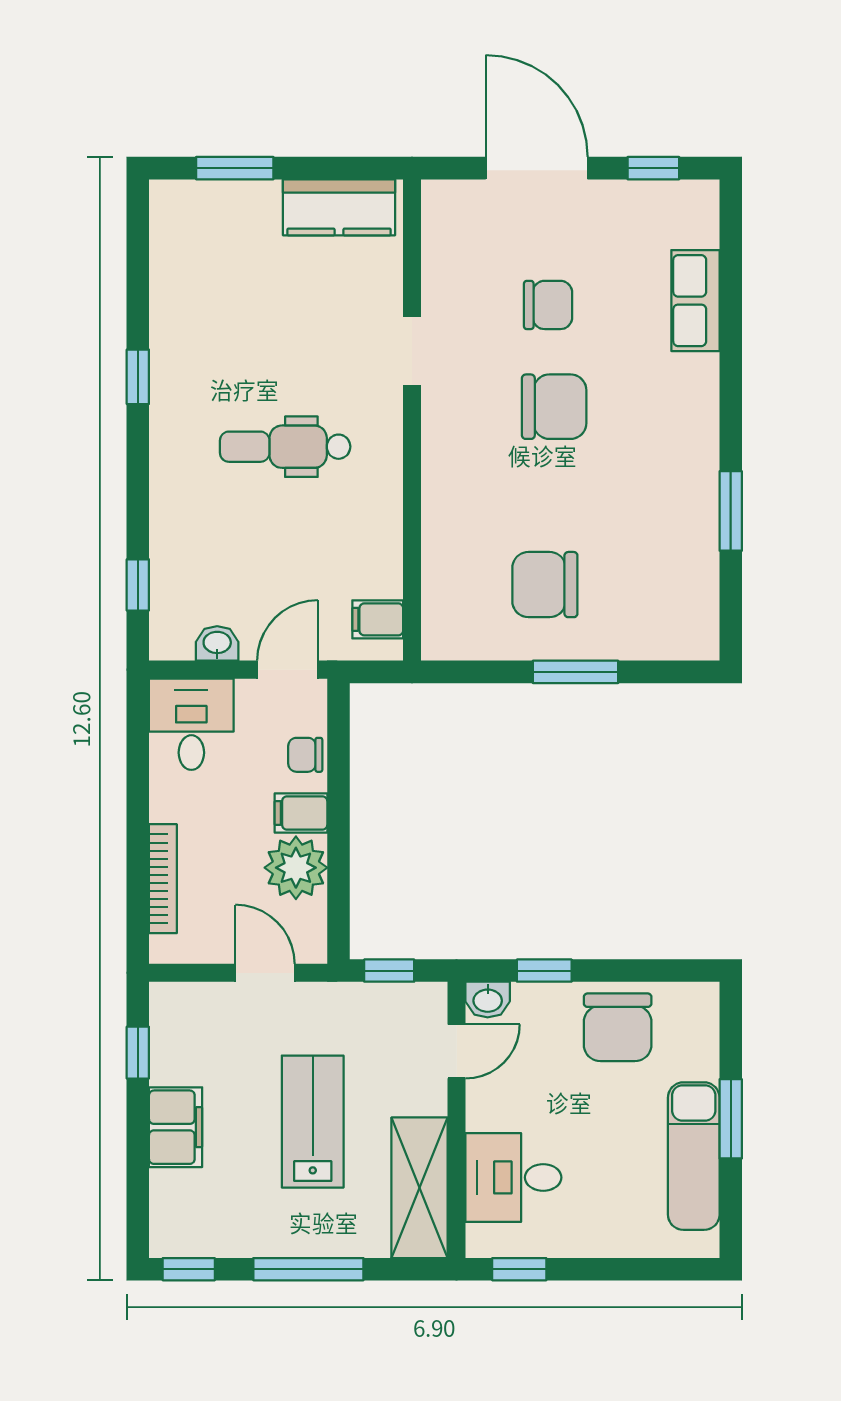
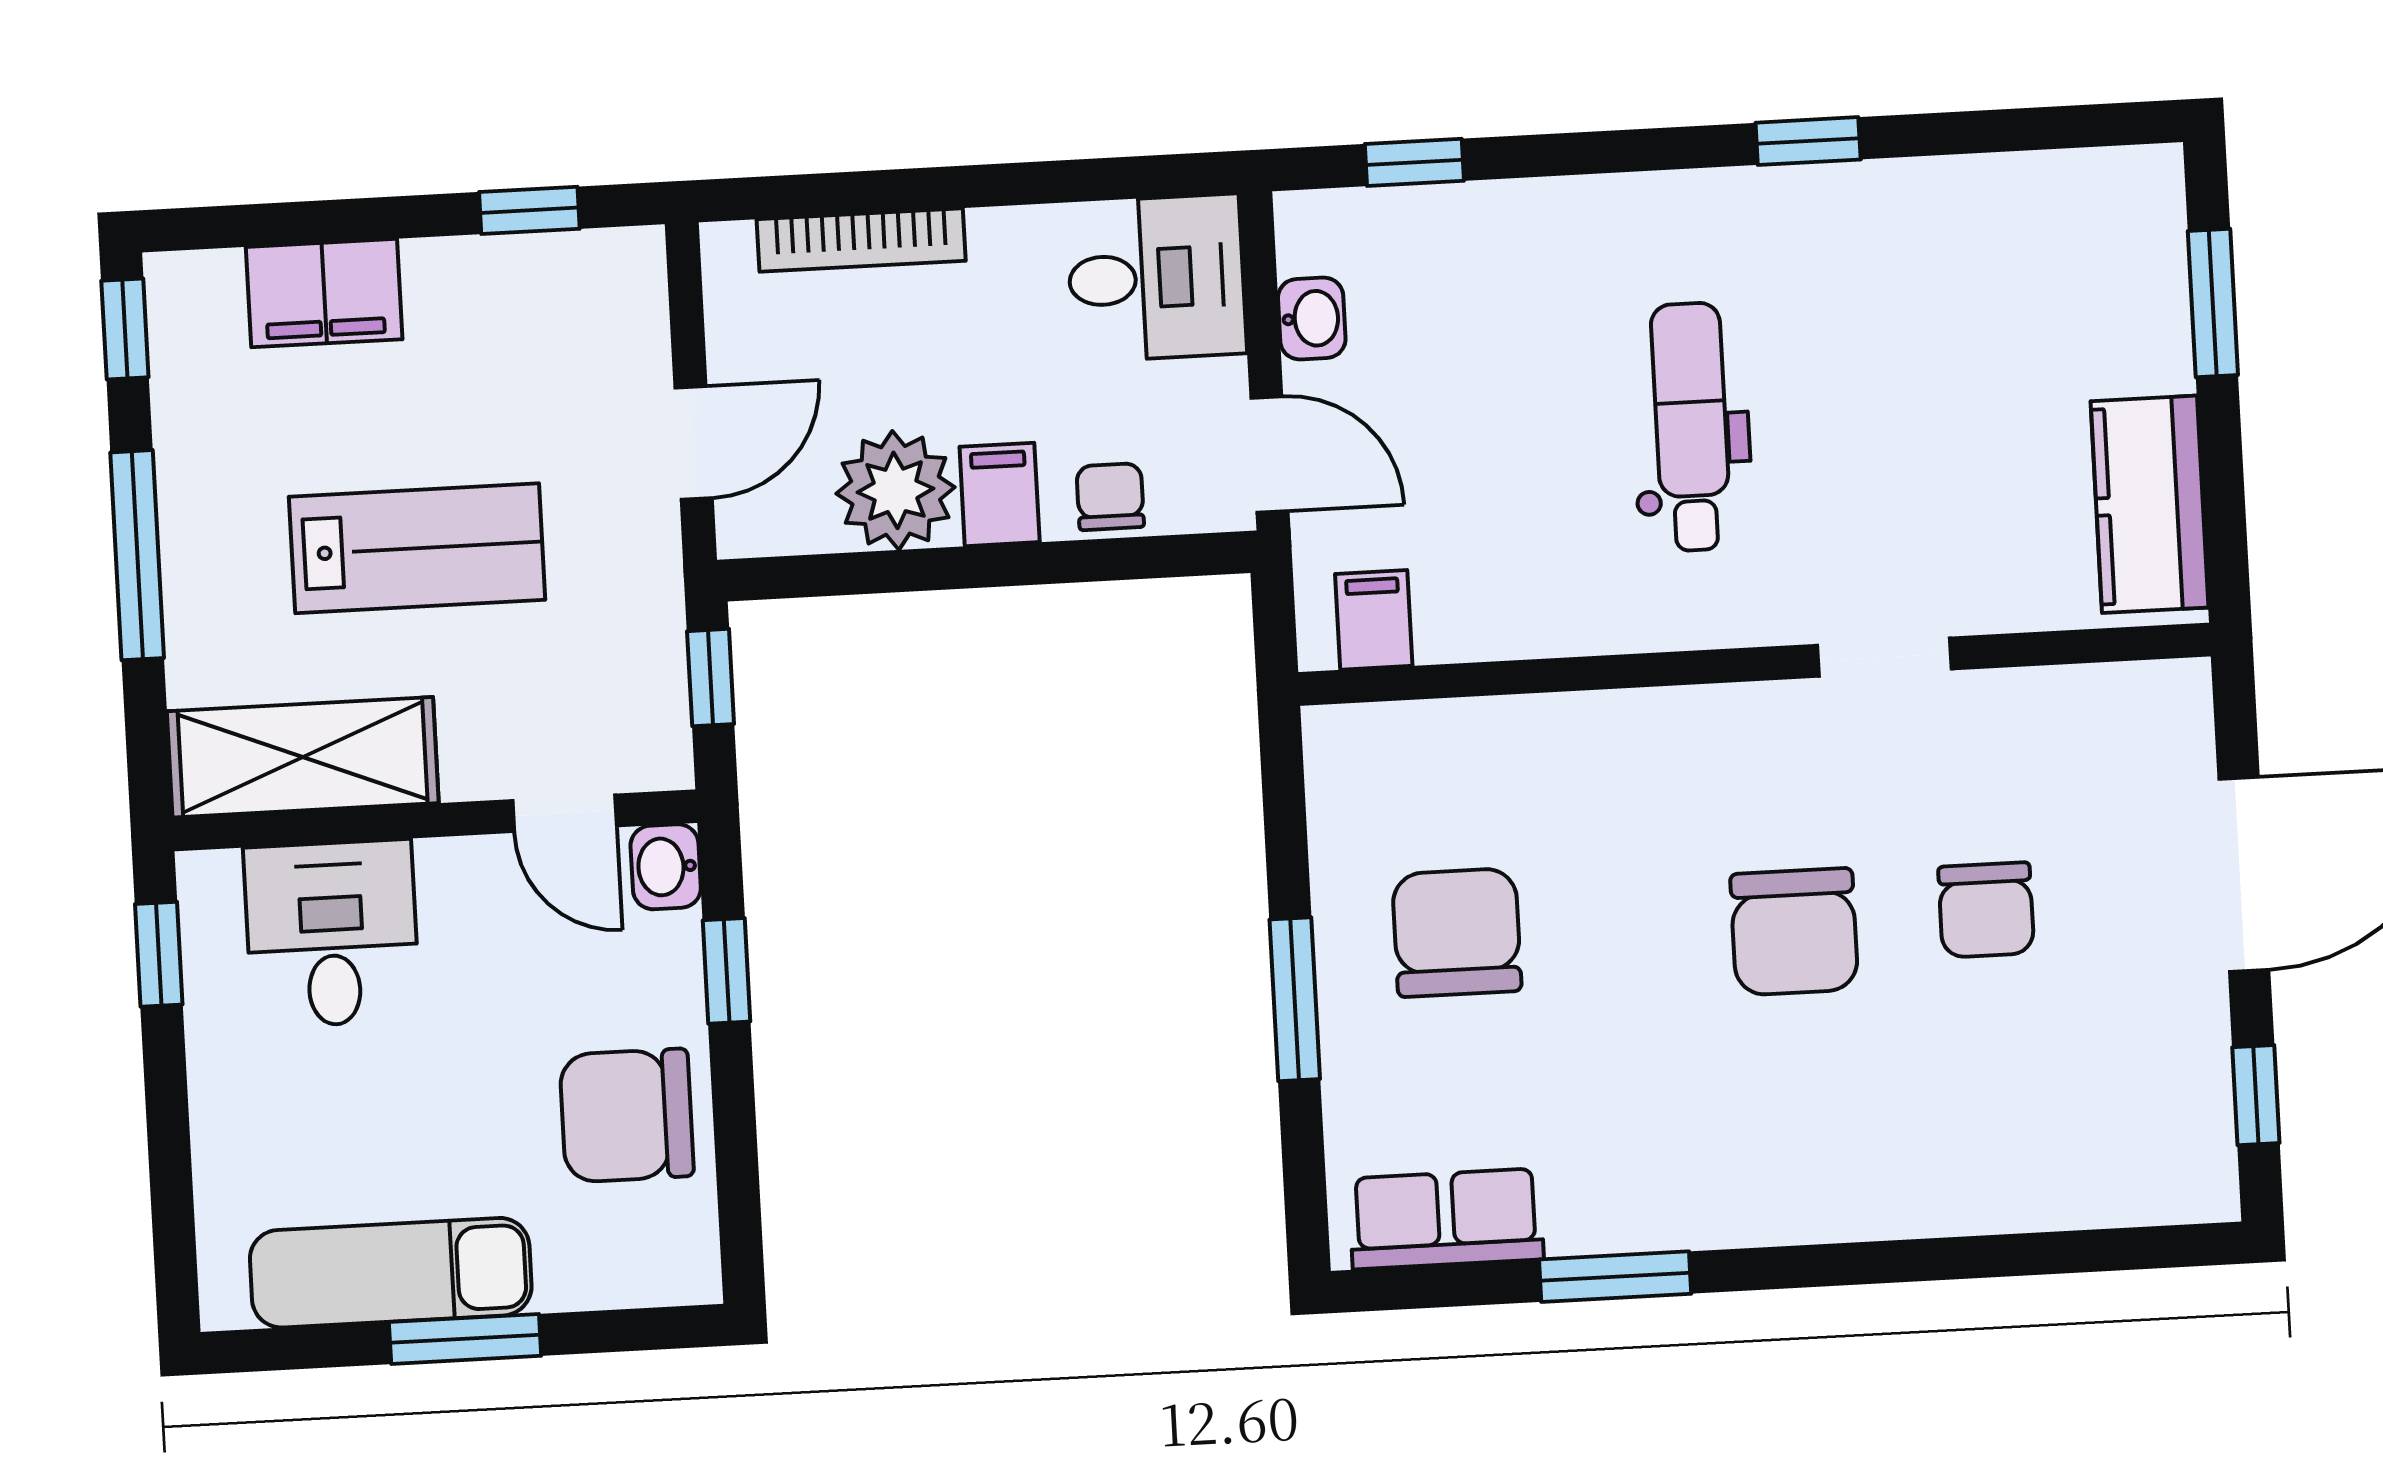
row of seats: (695, 301) -> (1446, 1219), moved
filing cabinet: (176, 1127) -> (324, 293), moved

